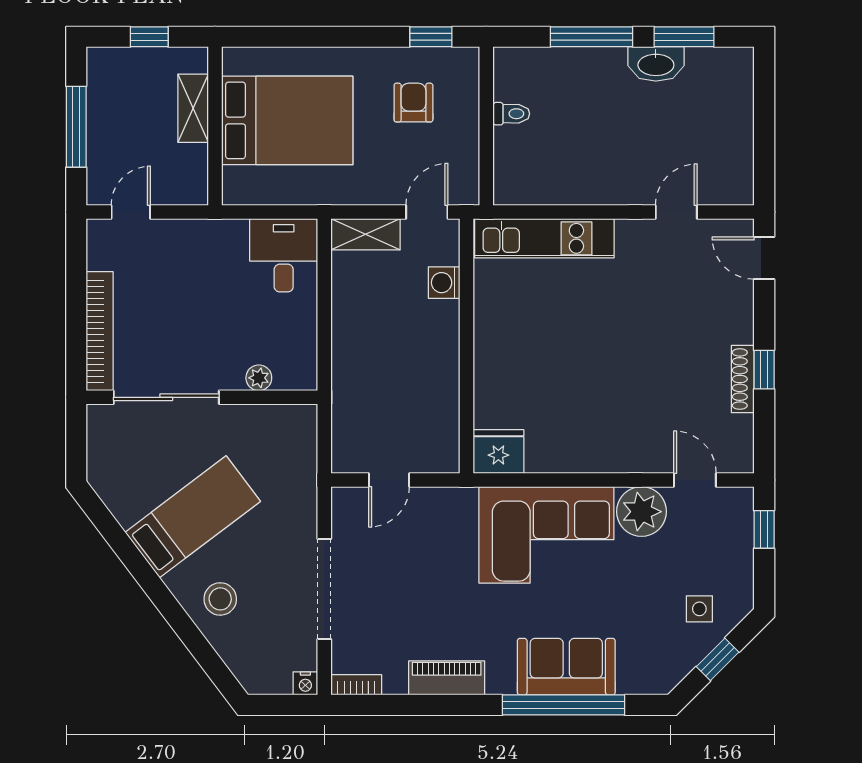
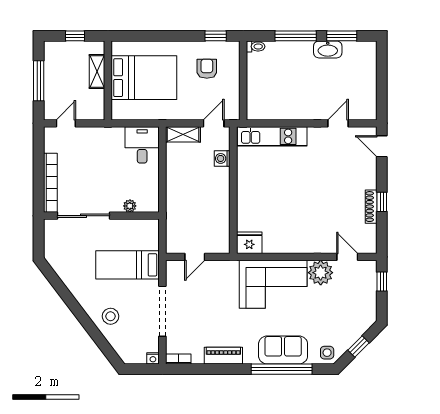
toilet: (511, 114) -> (256, 46), moved
bed: (193, 517) -> (127, 265), moved, turned -143
side table: (699, 609) -> (327, 353), moved

